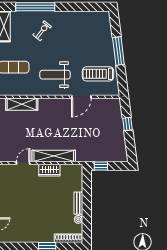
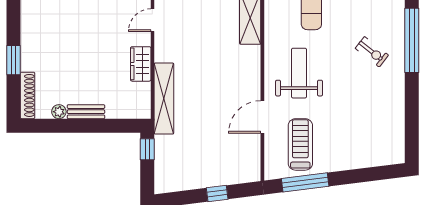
window: (118, 51) -> (305, 182), moved
door: (81, 97) -> (262, 117), hinge flipped
shelving: (54, 156) -> (164, 99), moved
door: (23, 163) -> (152, 20), swing flipped

